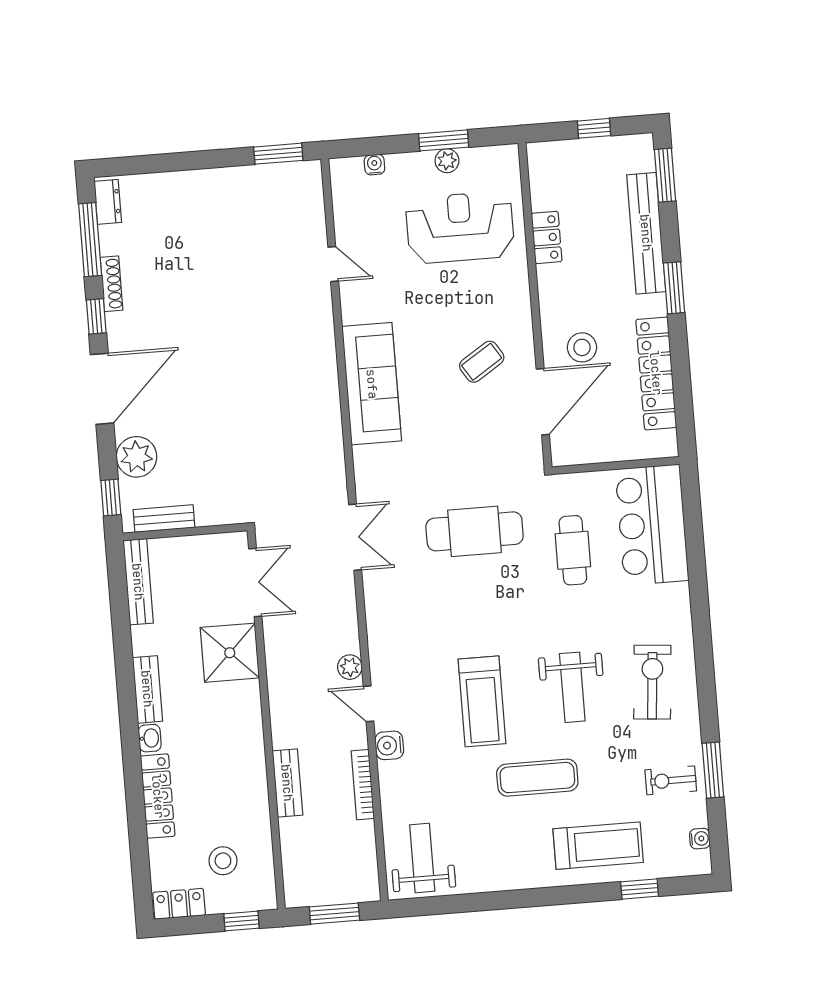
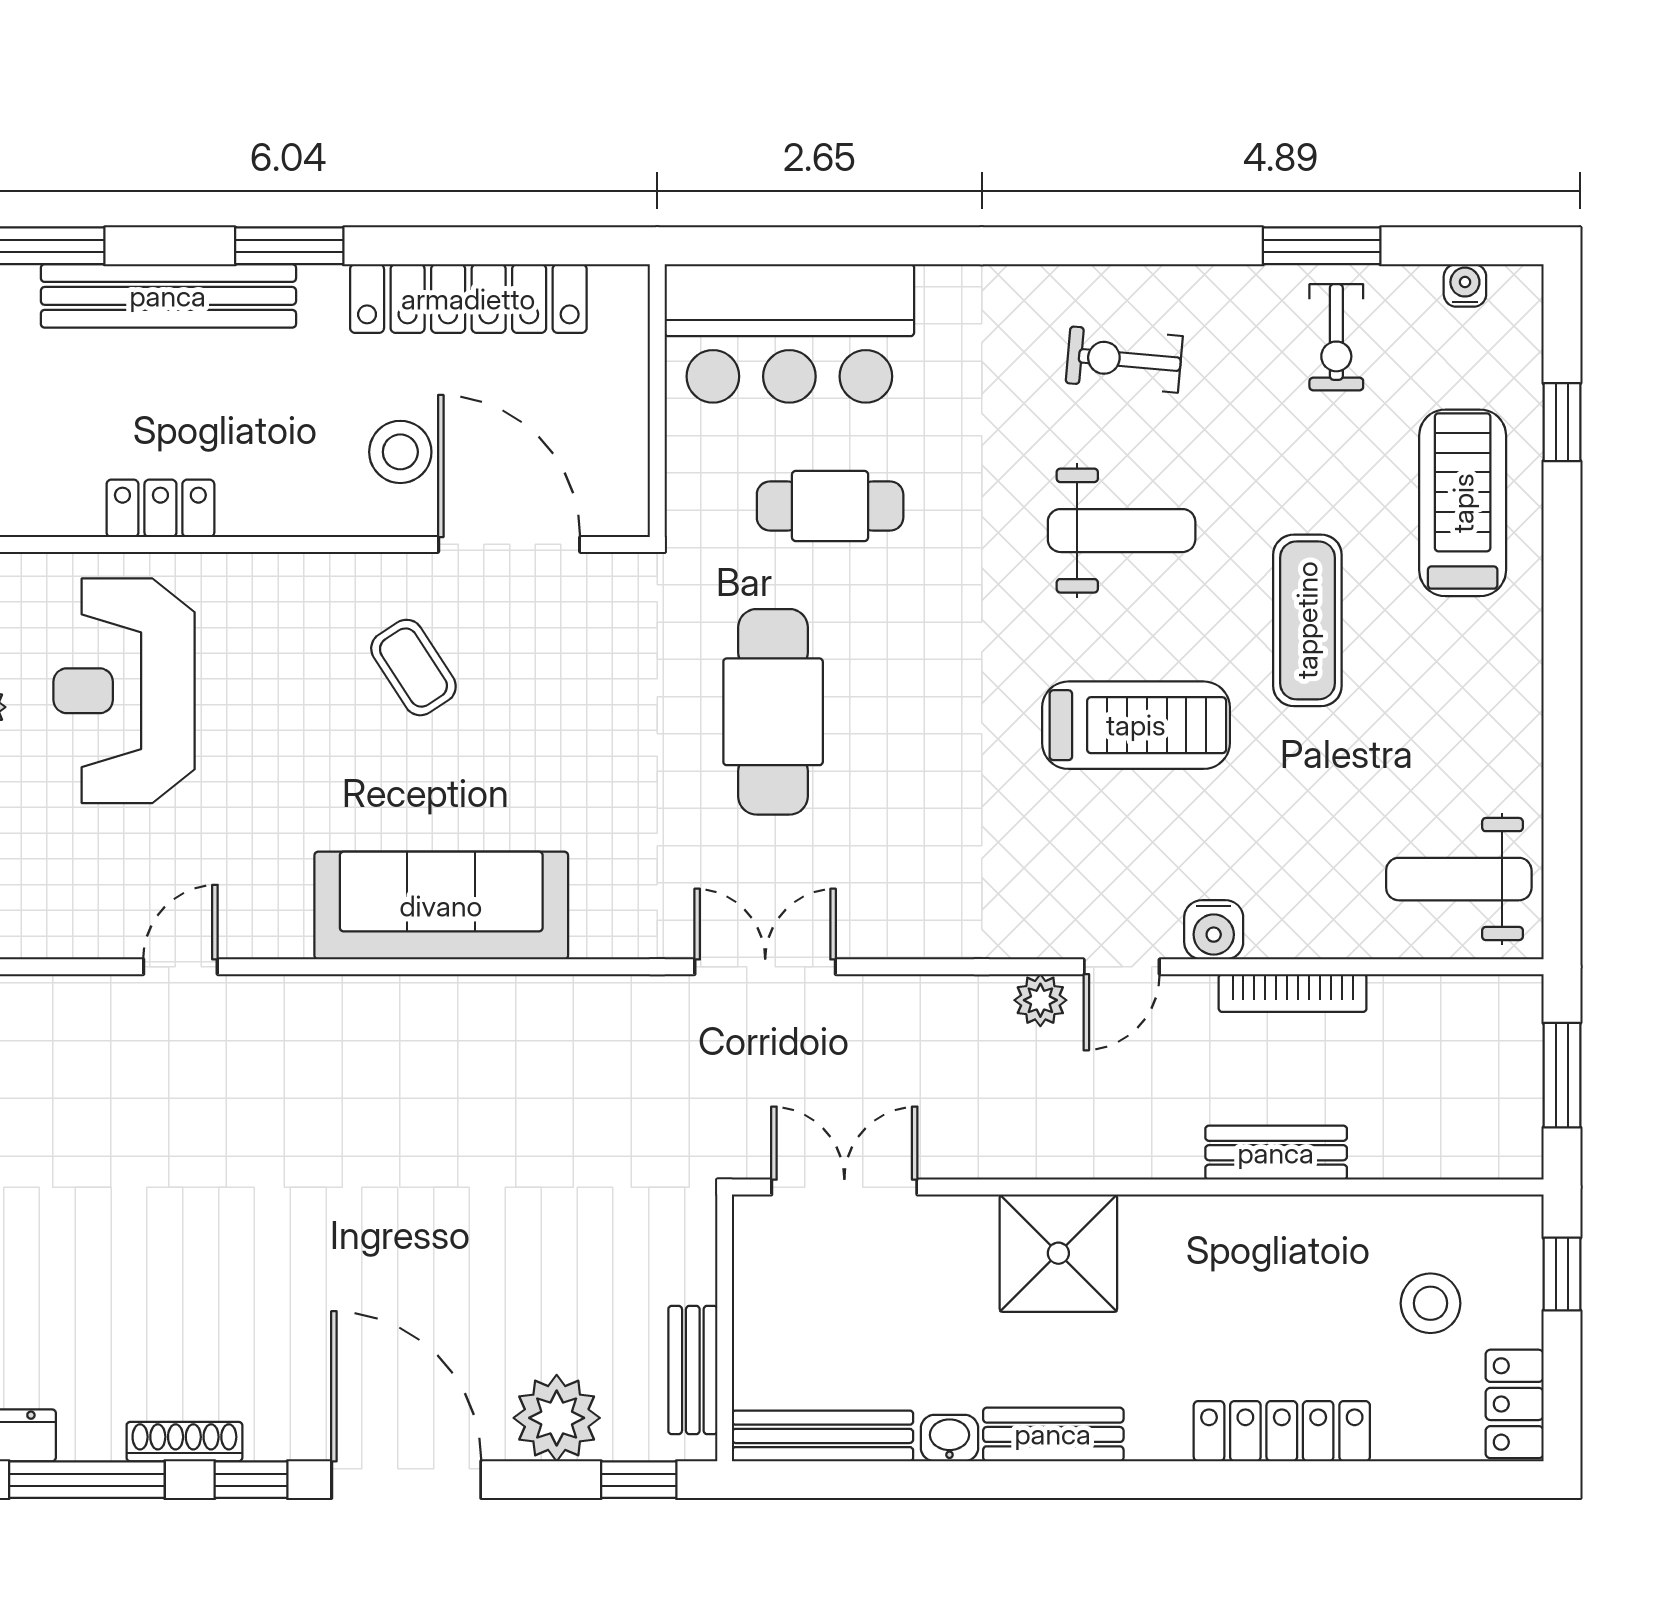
shower: (230, 653) -> (1058, 1253), moved
exercise bike: (652, 682) -> (1124, 360), width x0.73, depth x0.72
washbasin: (150, 738) -> (949, 1438), moved

